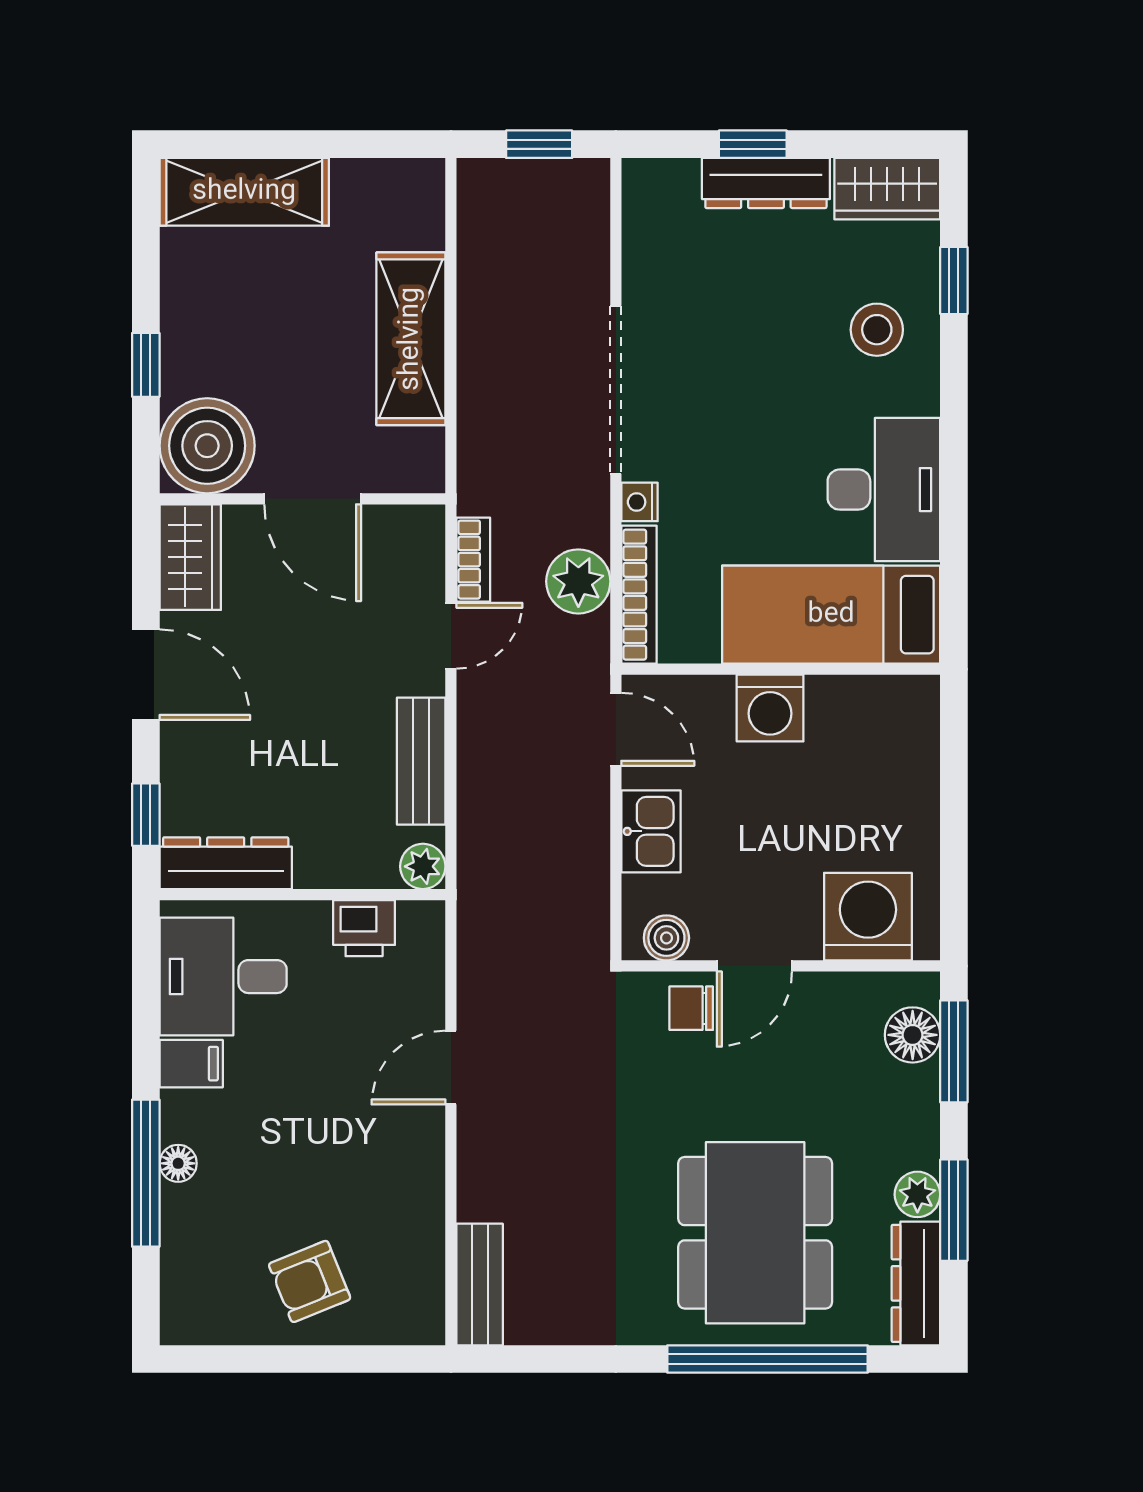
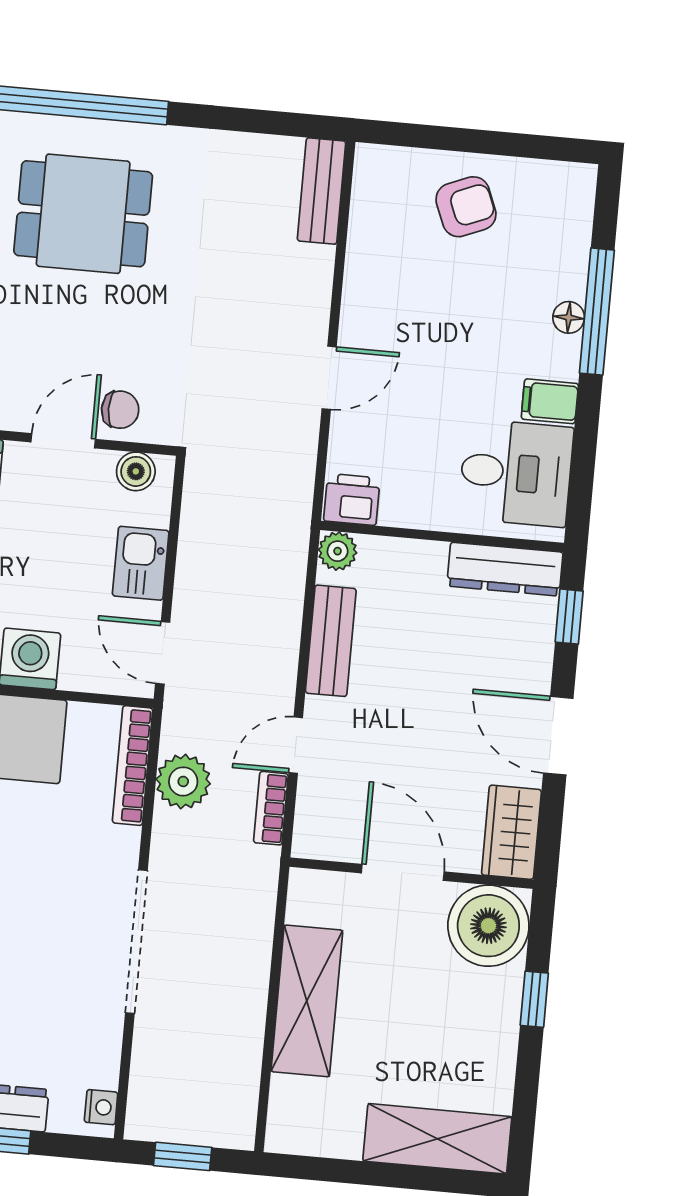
nightstand: (640, 502) -> (101, 1107), moved
printer: (364, 928) -> (352, 499), moved
dining table: (755, 1233) -> (83, 214), width x0.73

